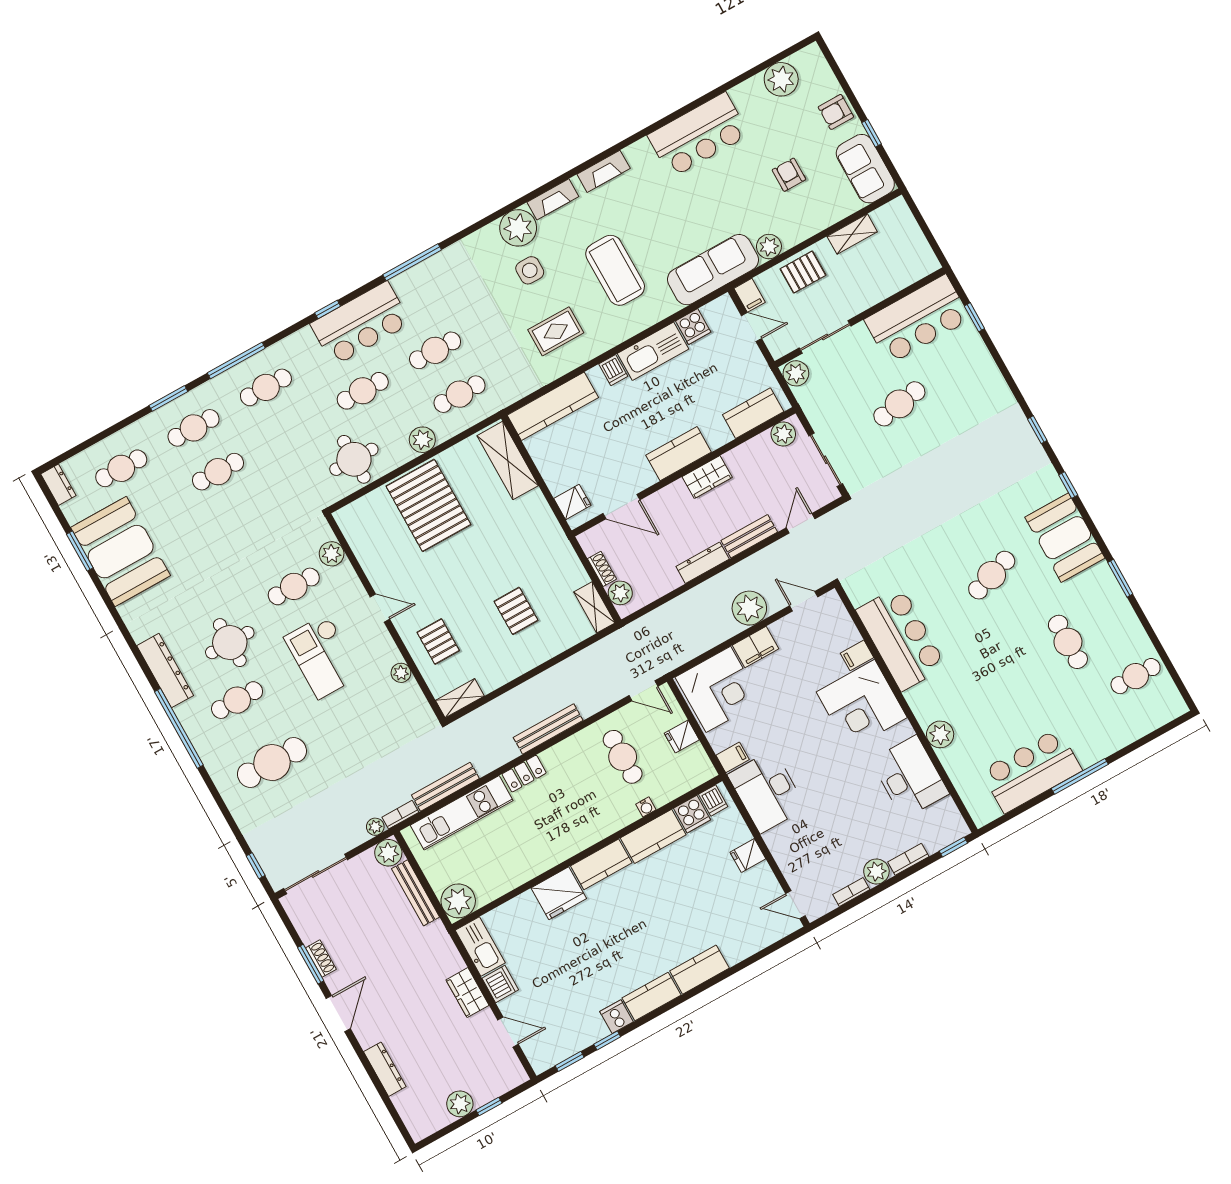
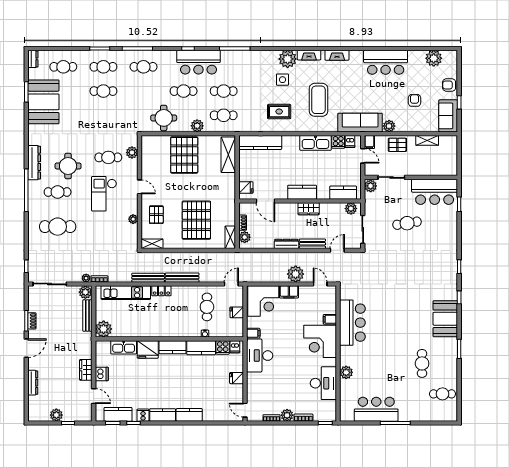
dishwasher: (613, 370) -> (350, 141), moved
cafe table: (992, 575) -> (406, 317), removed
pallet: (516, 611) -> (196, 220), width x2.05, depth x2.00
door: (643, 691) -> (231, 284), swing flipped
bench: (445, 787) -> (148, 278), moved
kitchen sink: (480, 947) -> (124, 347), moved, turned 90
kitchen counter: (571, 1040) -> (118, 414), added

